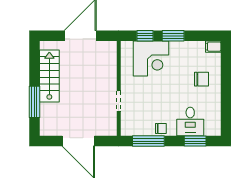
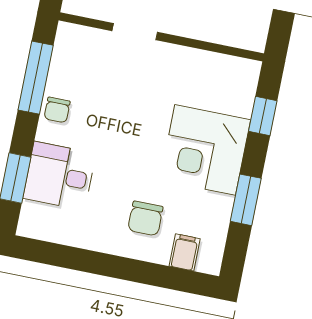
window: (173, 36) -> (246, 200), moved
filing cabinet: (213, 47) -> (185, 252), moved
corner desk: (151, 59) -> (205, 150), moved

